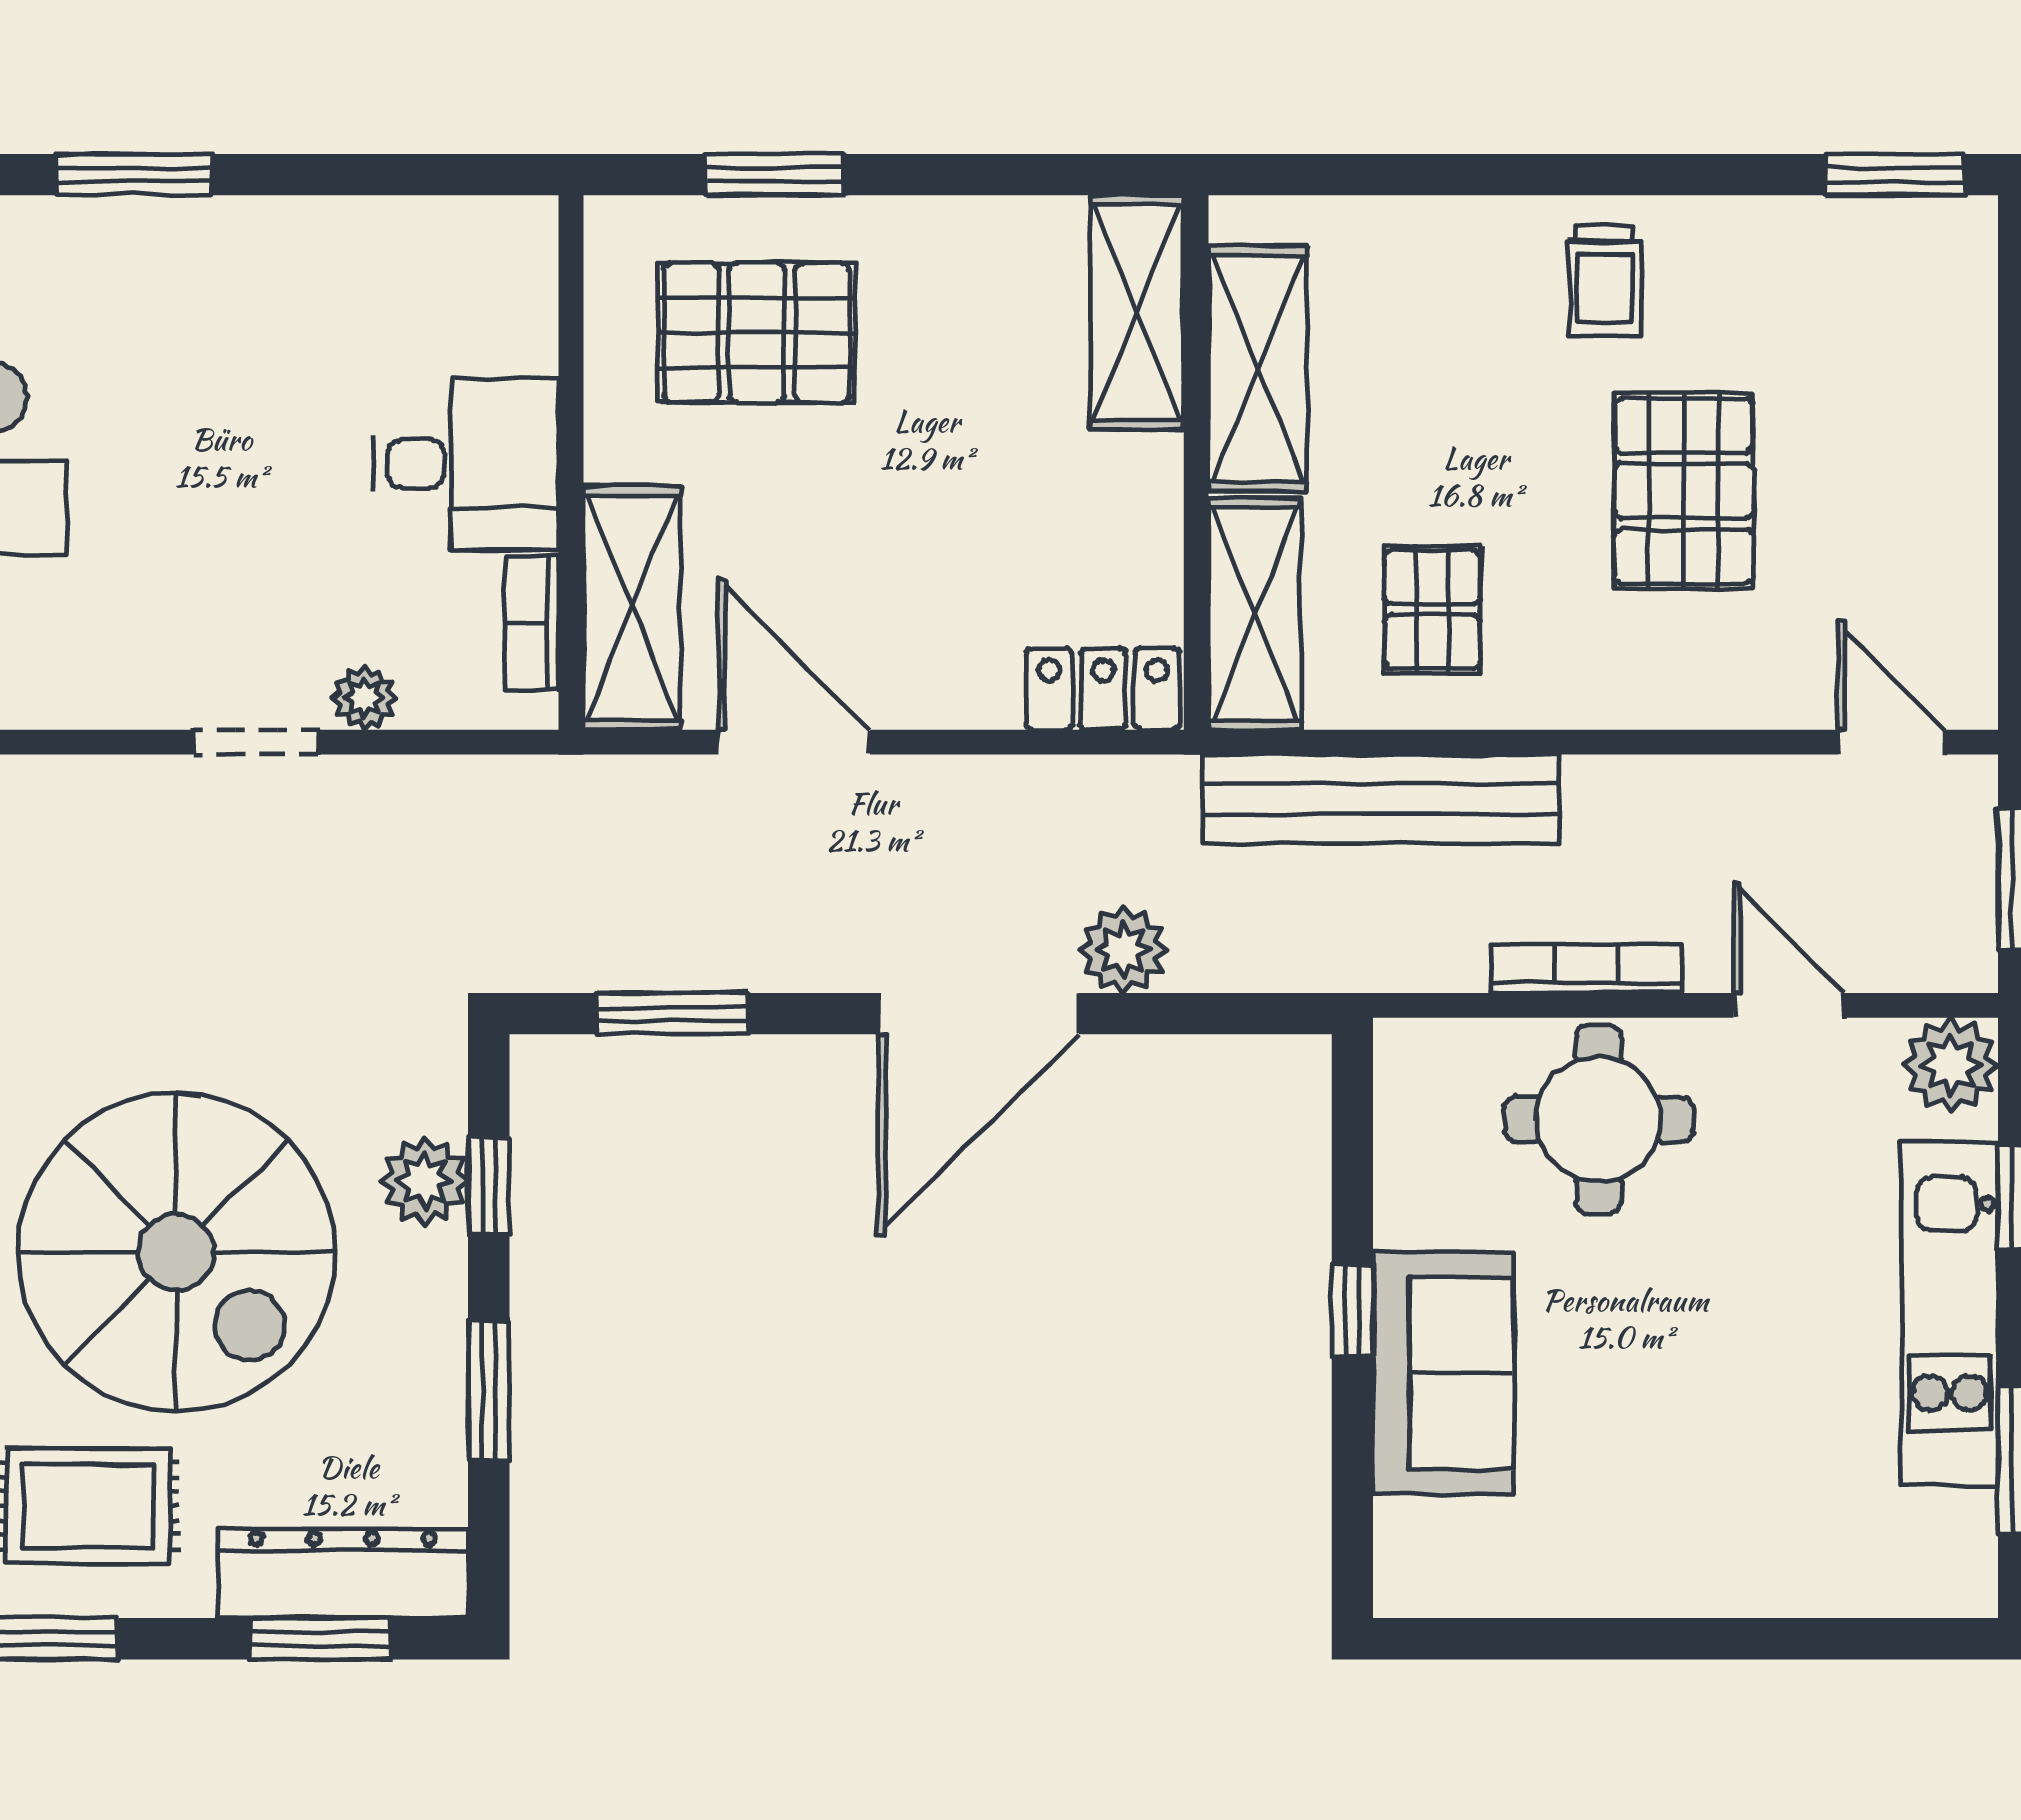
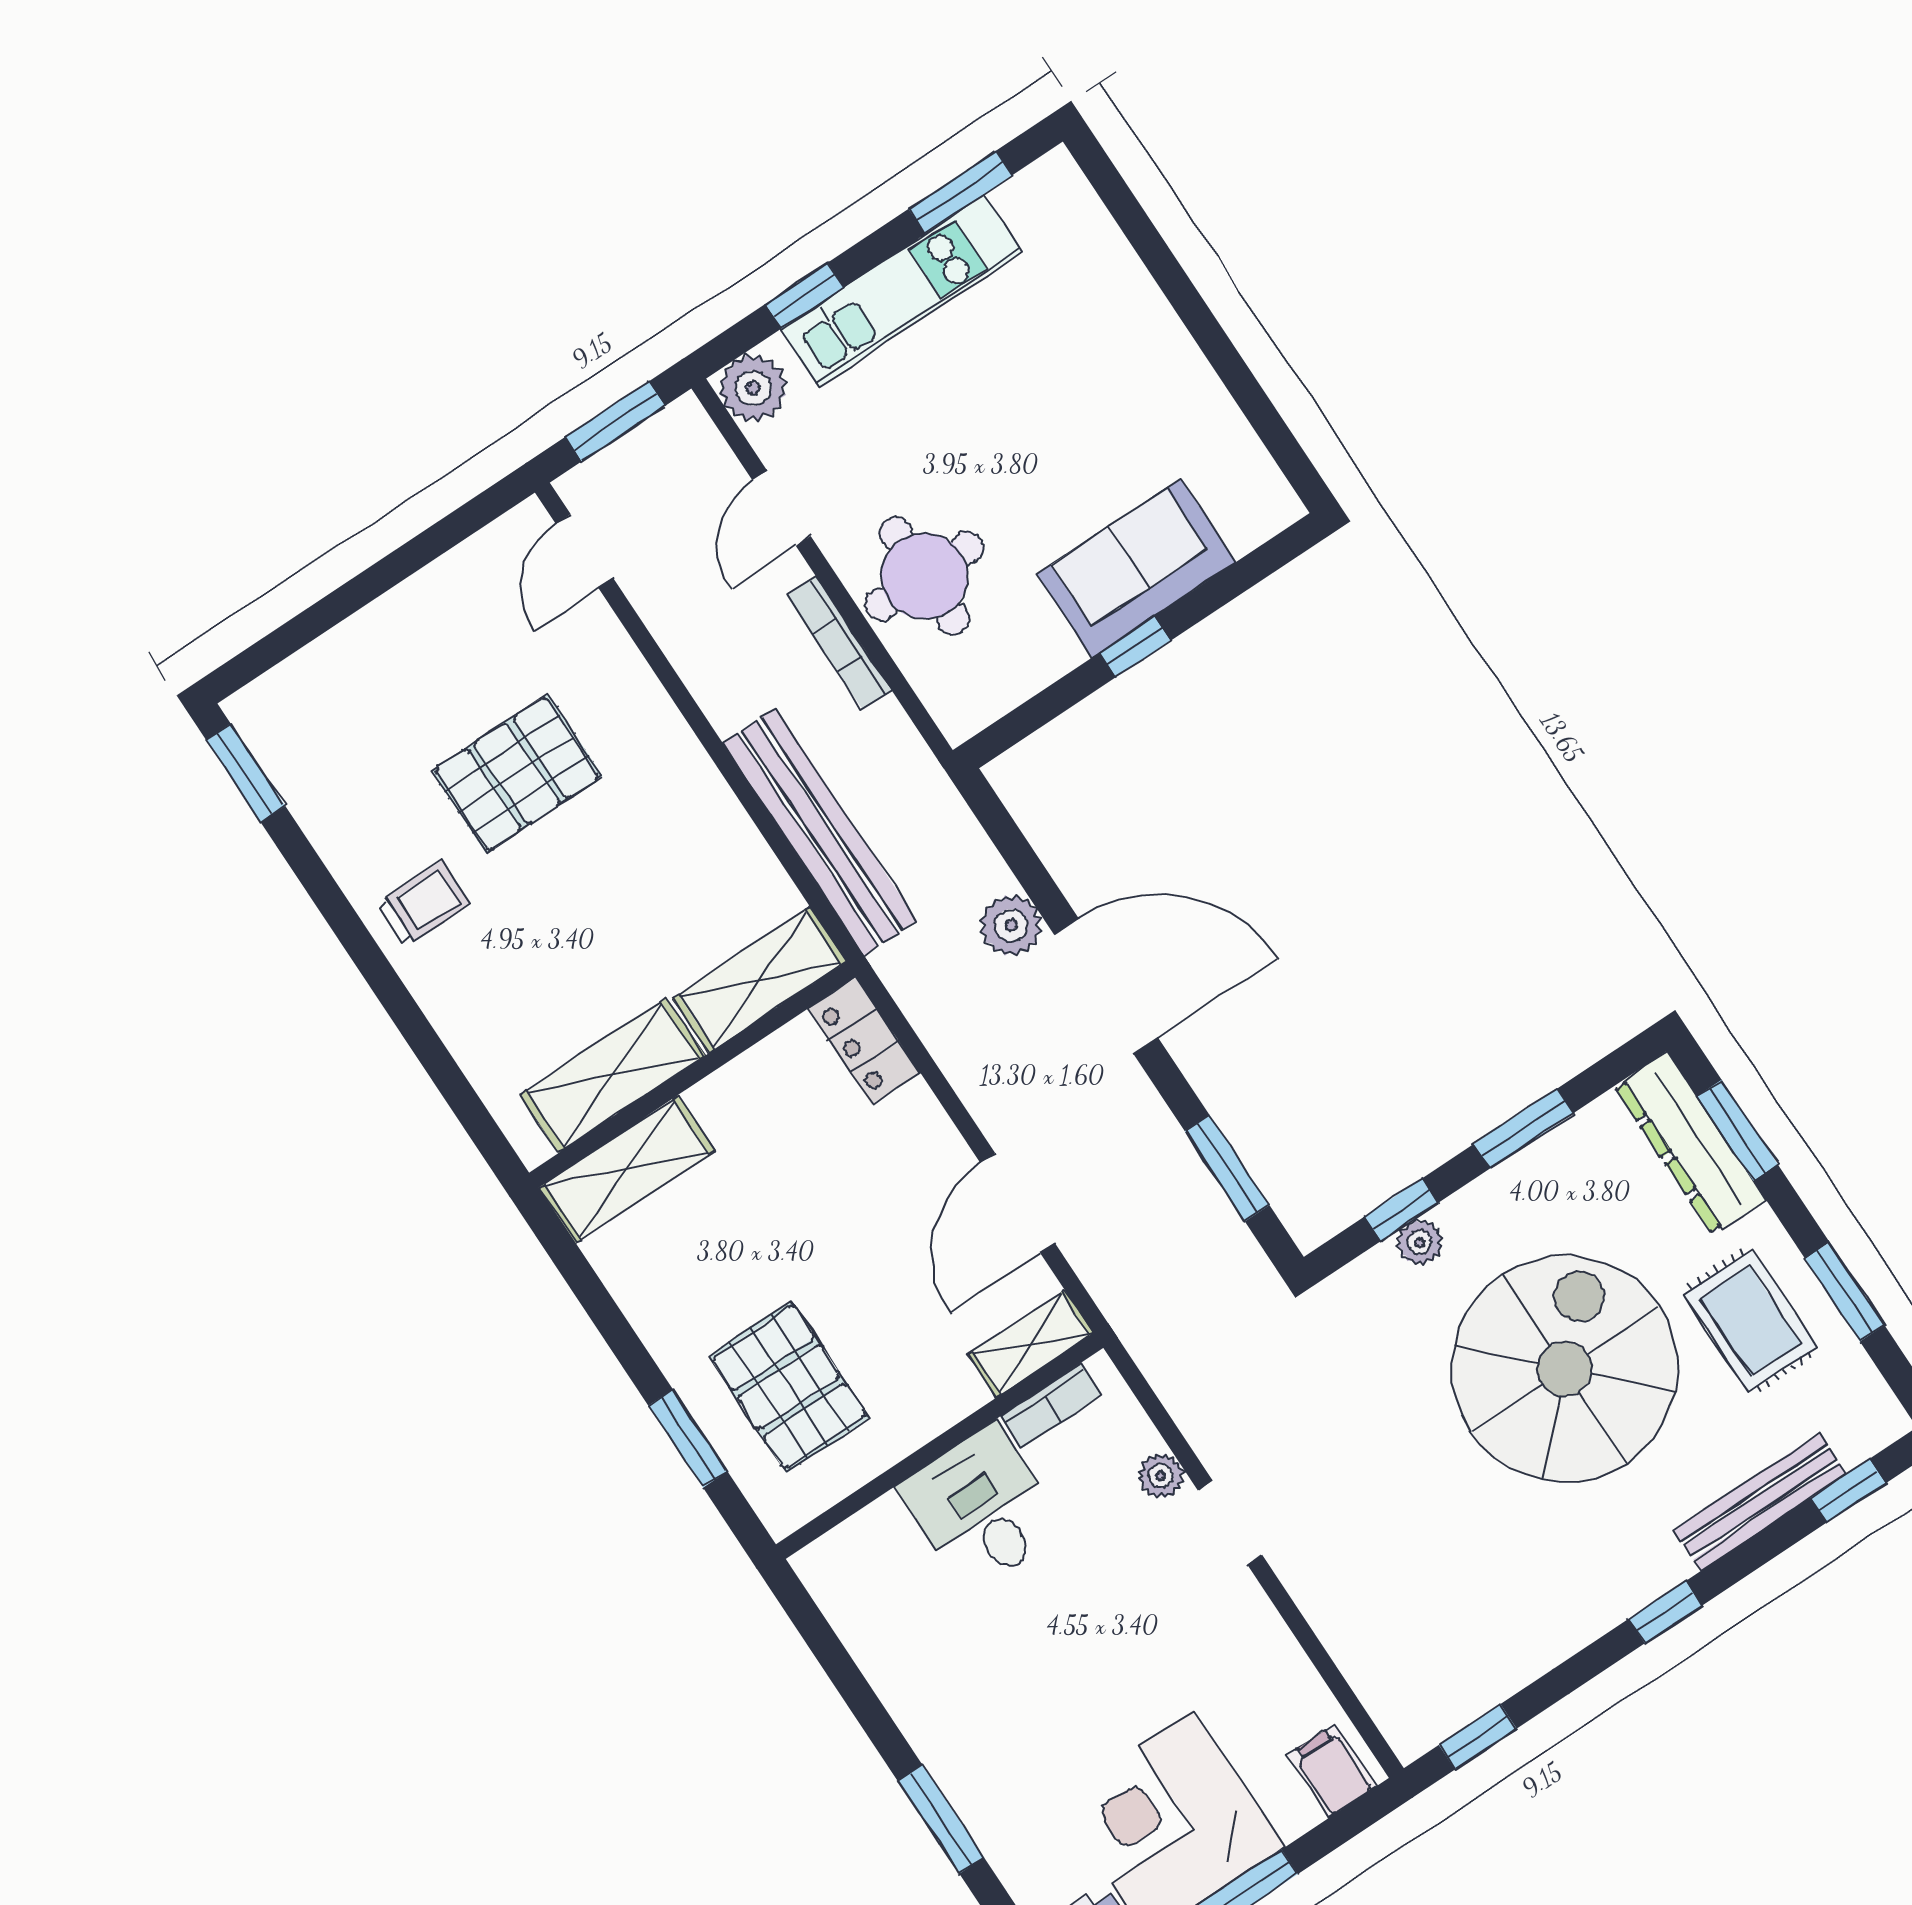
shelving: (632, 608) -> (1031, 1344), width x0.67, depth x0.75
pallet: (1432, 609) -> (687, 876), removed
plant: (425, 1181) -> (1420, 1242), width x0.73, depth x0.73

